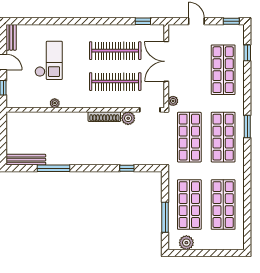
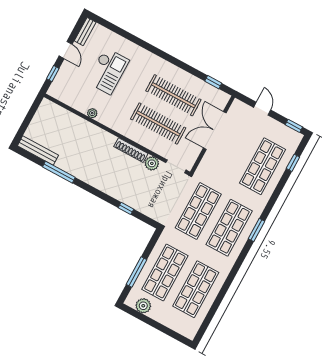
plant: (173, 101) -> (201, 170), removed

